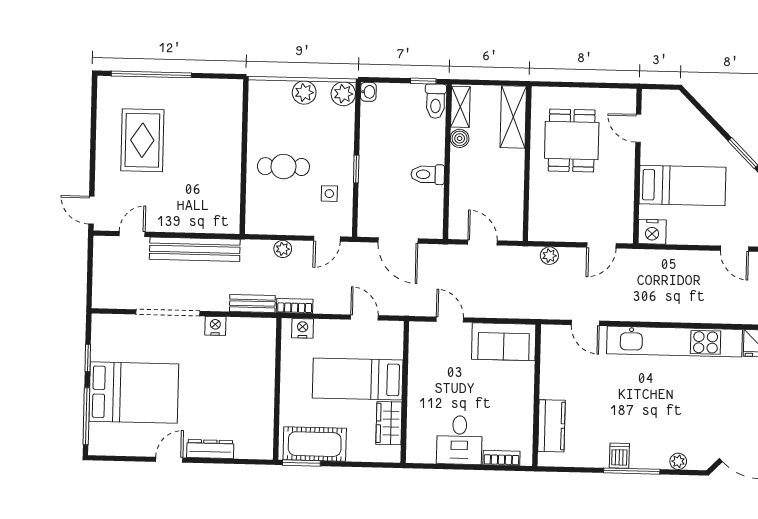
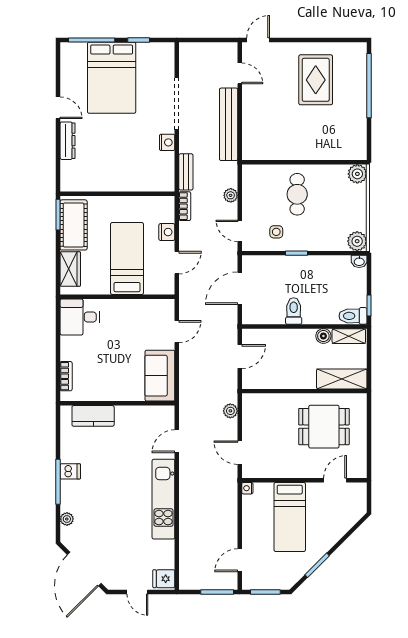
plant: (304, 93) -> (357, 174), moved
rug: (142, 140) -> (316, 80), turned 90
nightstand: (652, 232) -> (247, 488), width x0.53, depth x0.56
nightstand: (303, 328) -> (167, 232), moved
kitchen unit: (675, 342) -> (163, 499), width x0.73
wardrobe: (389, 423) -> (70, 269), moved, turned 90
desk: (459, 440) -> (80, 317), moved

